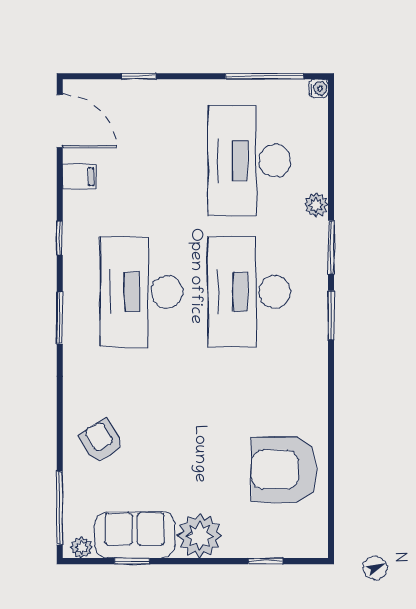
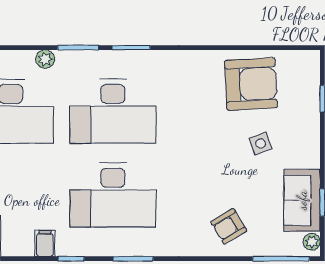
filing cabinet: (79, 177) -> (45, 243), moved
armchair: (284, 469) -> (251, 84), turned -93
side table: (208, 482) -> (261, 143), added
plant: (200, 536) -> (303, 150), removed

